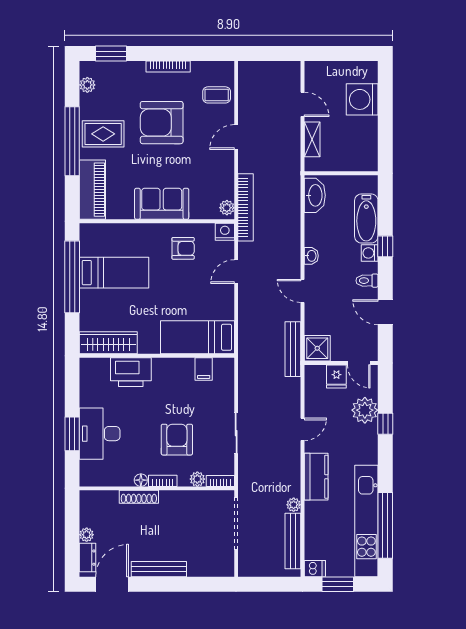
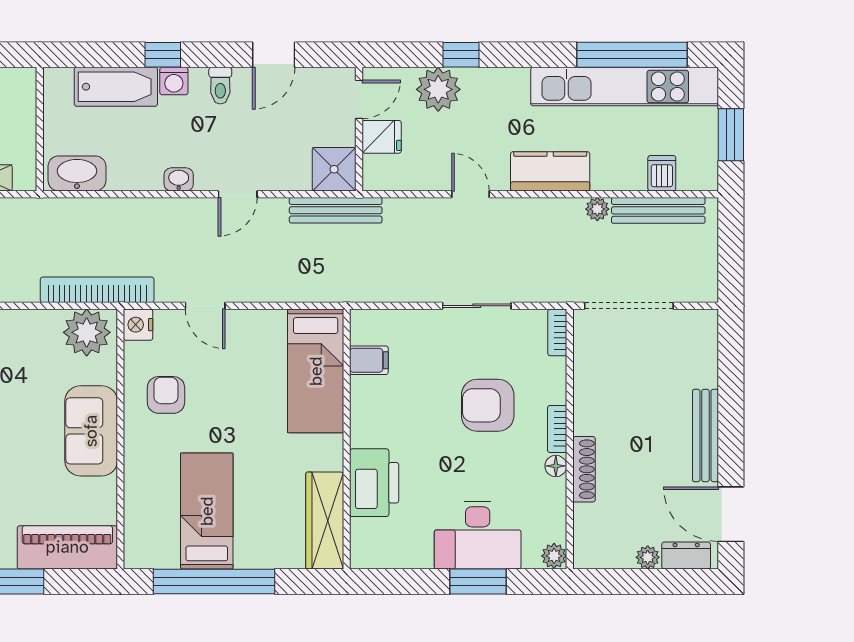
plant: (227, 208) -> (87, 332), width x1.87, depth x1.87
plant: (197, 479) -> (554, 556), moved
dishwasher: (315, 569) -> (662, 173), moved

